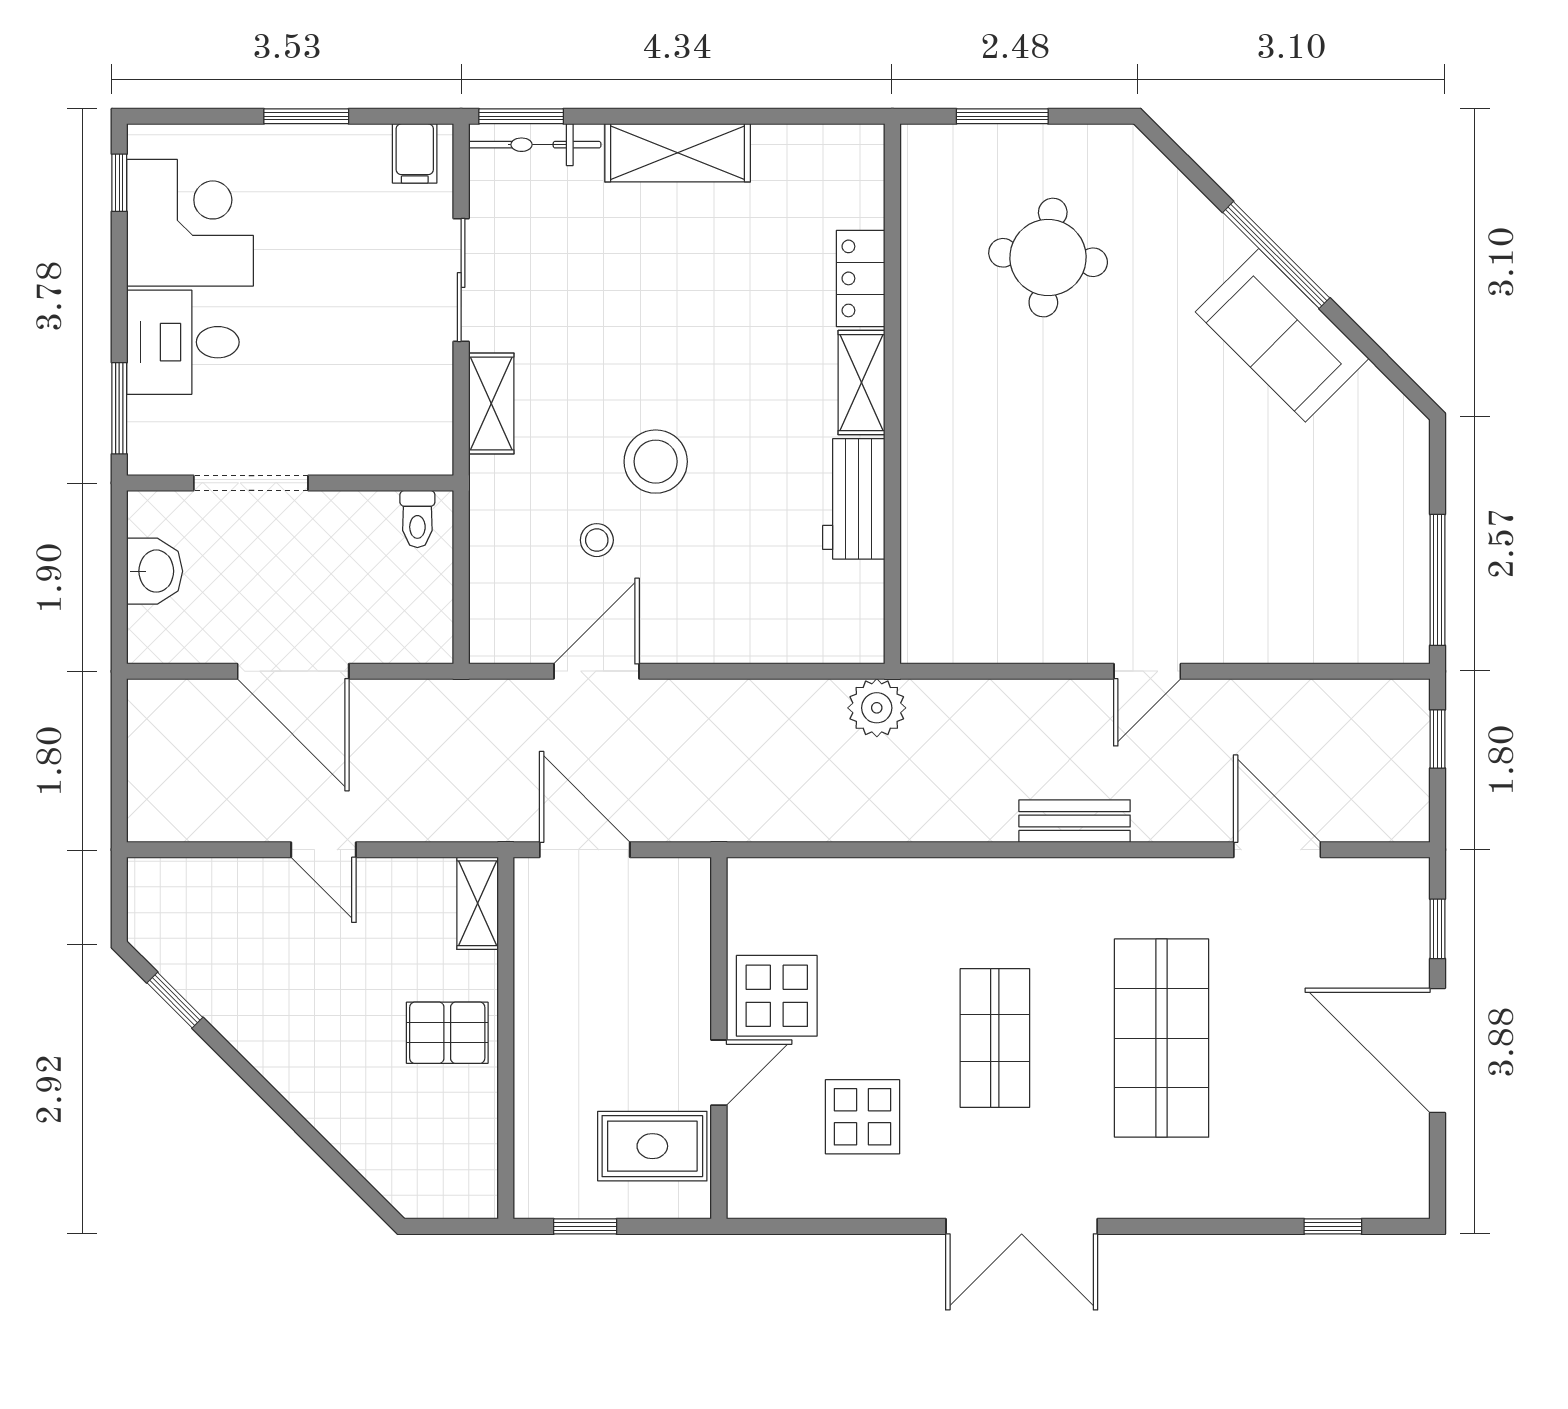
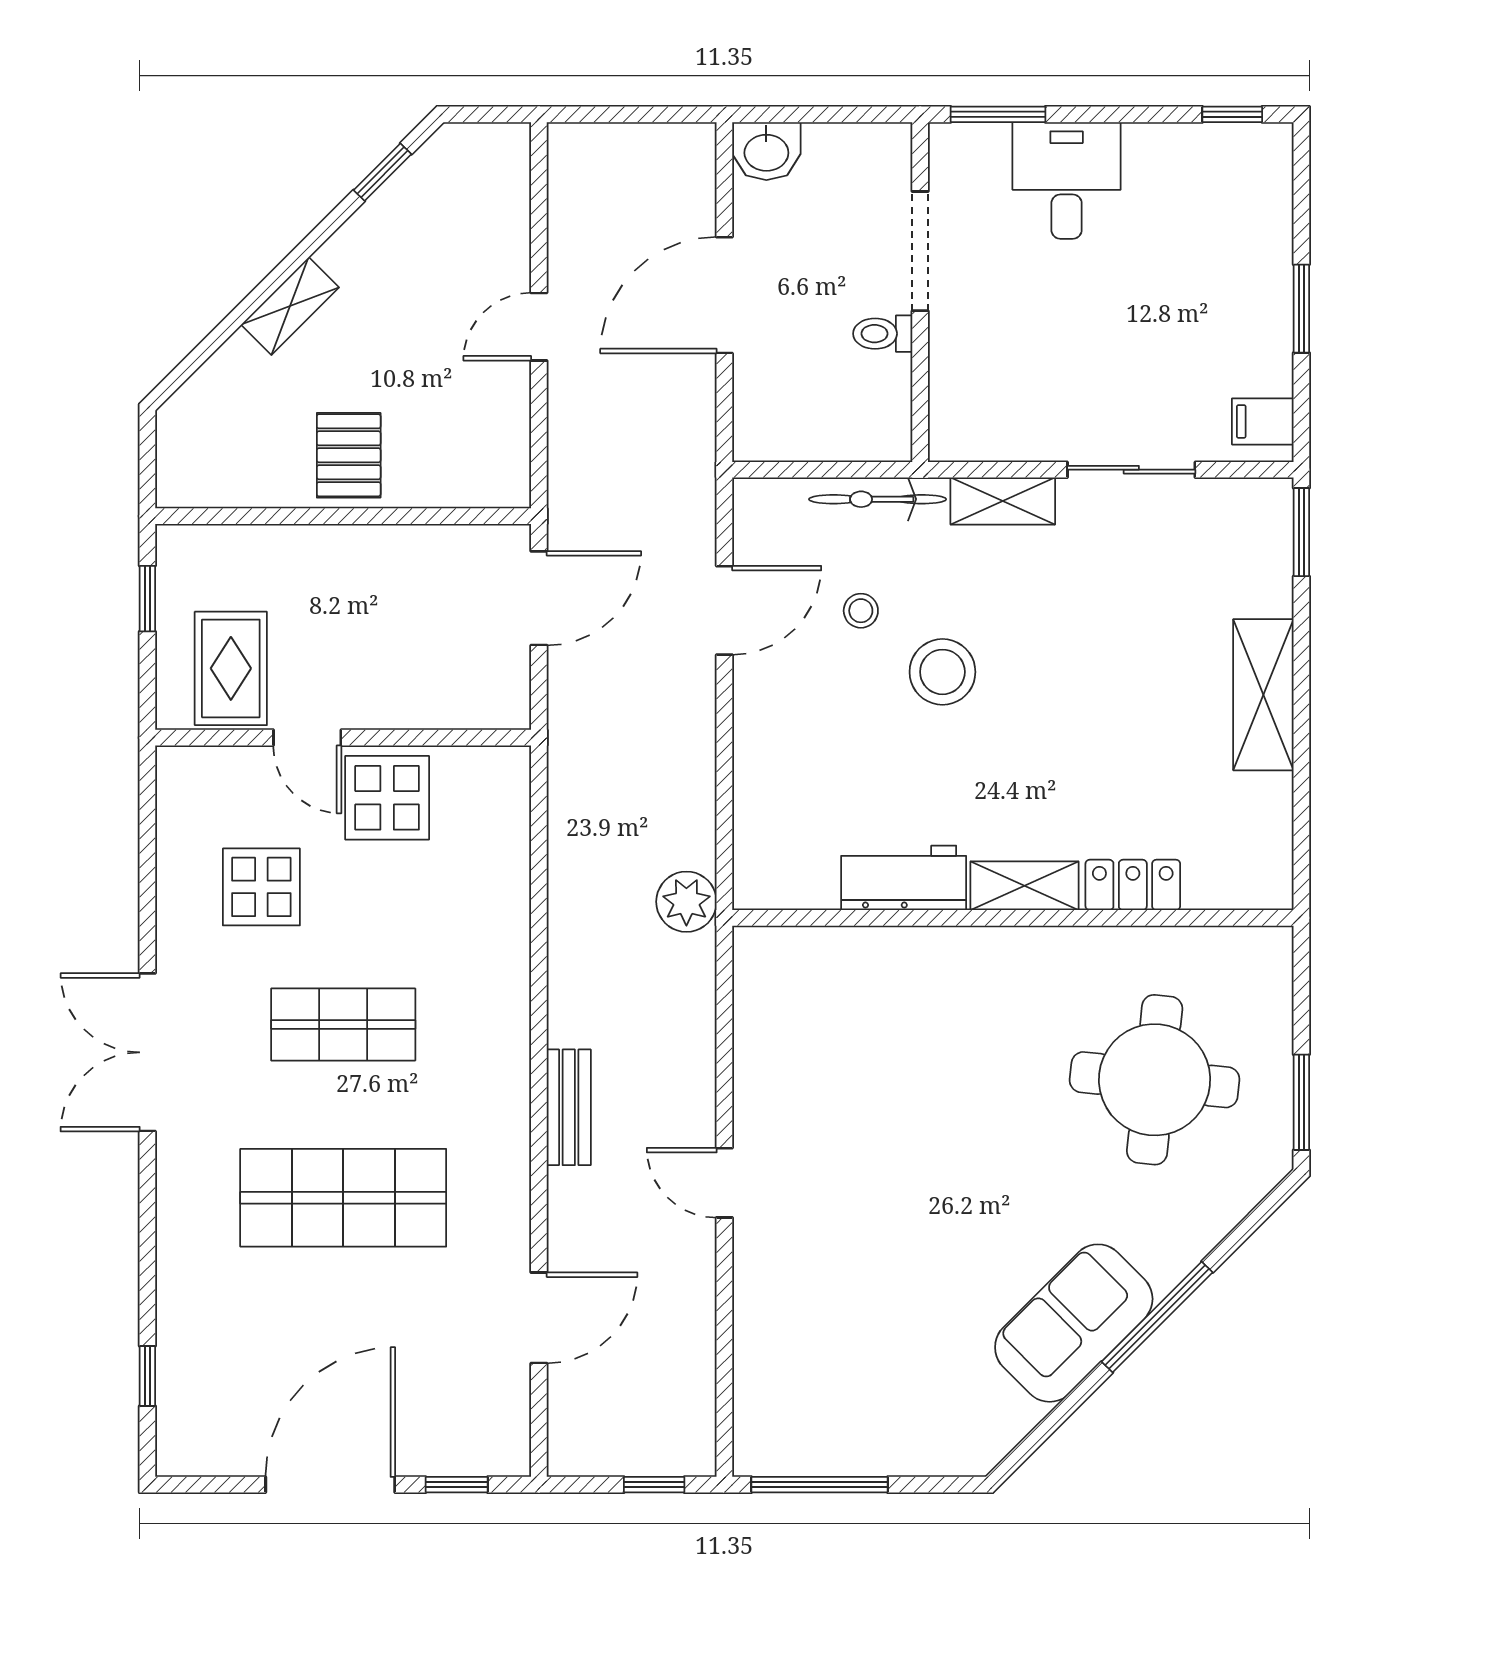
window: (1002, 116) -> (1301, 1102), moved
bicycle: (535, 145) -> (878, 499), moved, turned -90
corner desk: (190, 223) -> (1191, 188), removed
round table: (1048, 258) -> (1155, 1080), width x1.36, depth x1.36
toilet: (417, 519) -> (883, 334), moved
washbasin: (155, 571) -> (766, 151), moved
door: (596, 671) -> (724, 610), hinge flipped
shelving: (478, 903) -> (290, 306), moved, turned -45

